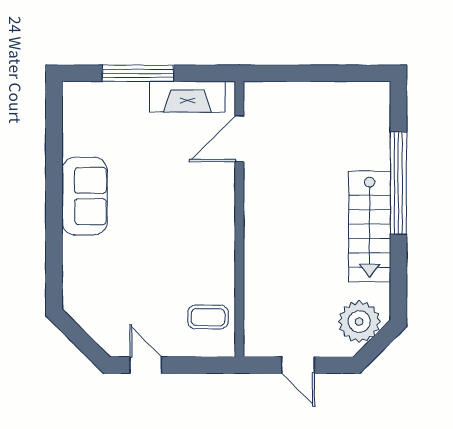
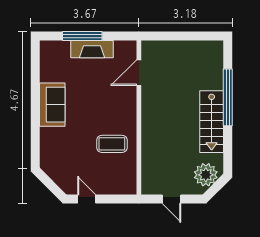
fireplace: (187, 97) -> (92, 49), moved
coffee table: (208, 317) -> (112, 144), moved, width x1.36, depth x1.30

